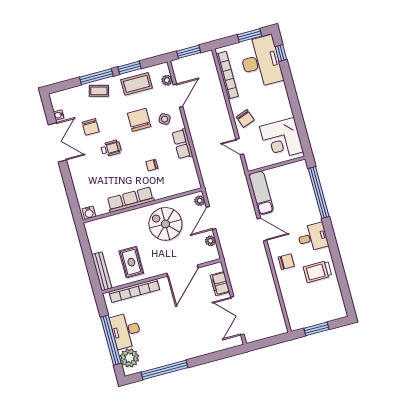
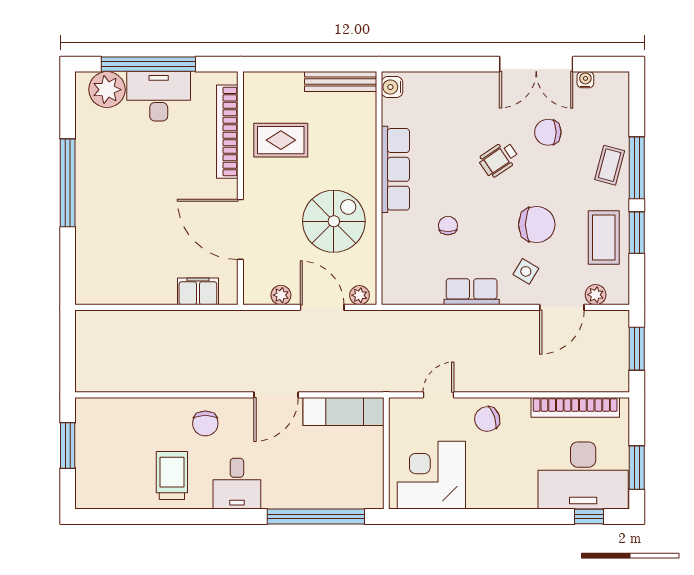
door: (178, 96) -> (562, 307), hinge flipped
wheelchair: (111, 148) -> (499, 159), turned 56
bench: (102, 271) -> (341, 82), moved
double door: (237, 316) -> (131, 307), removed
window: (165, 370) -> (68, 183), moved

